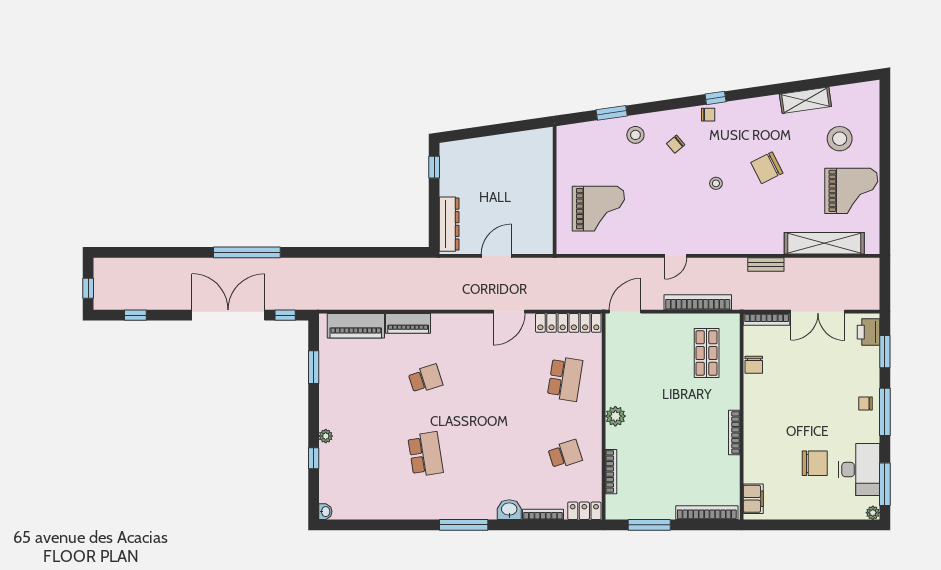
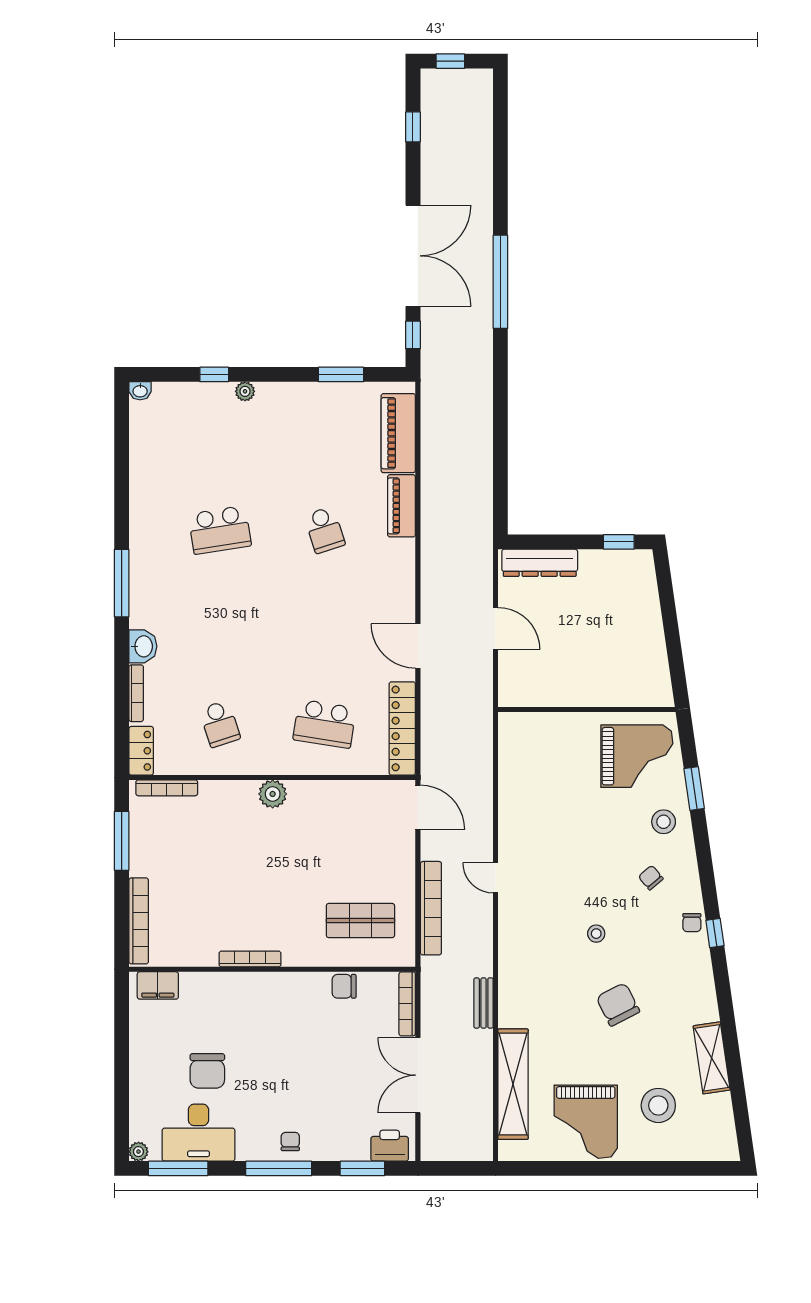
grand piano: (598, 209) -> (637, 756), moved, turned -90
bookcase: (611, 472) -> (167, 788), moved

